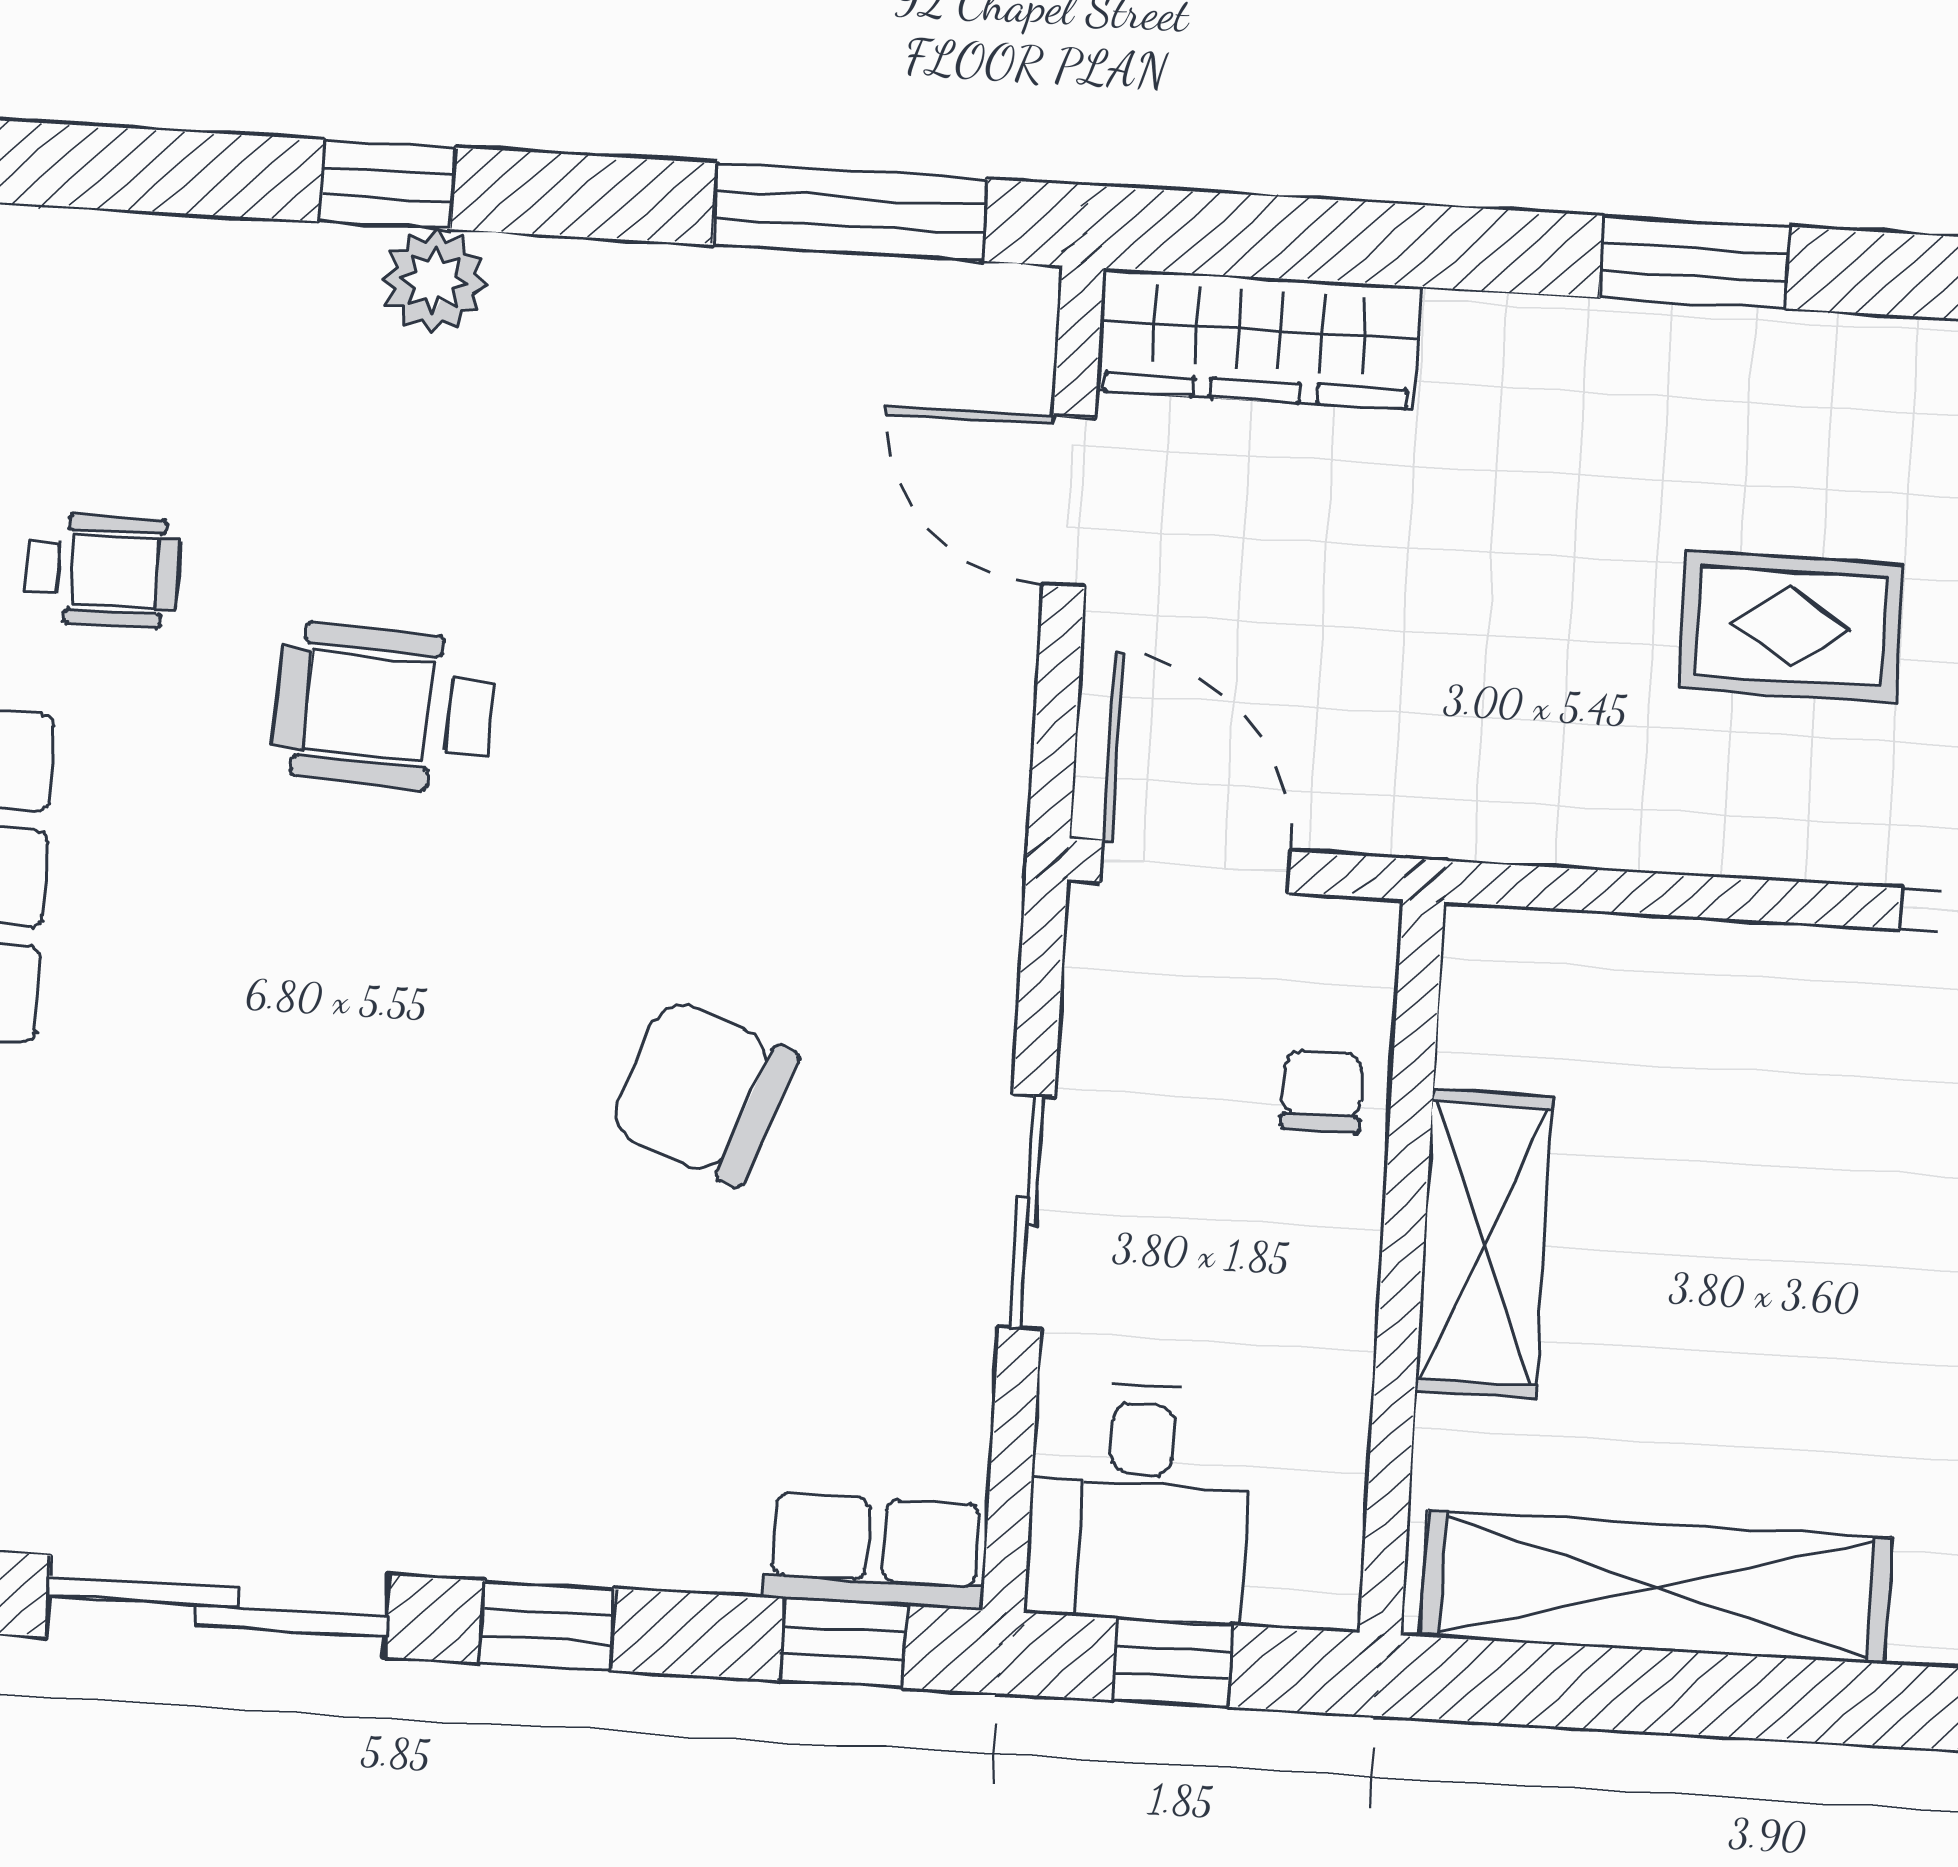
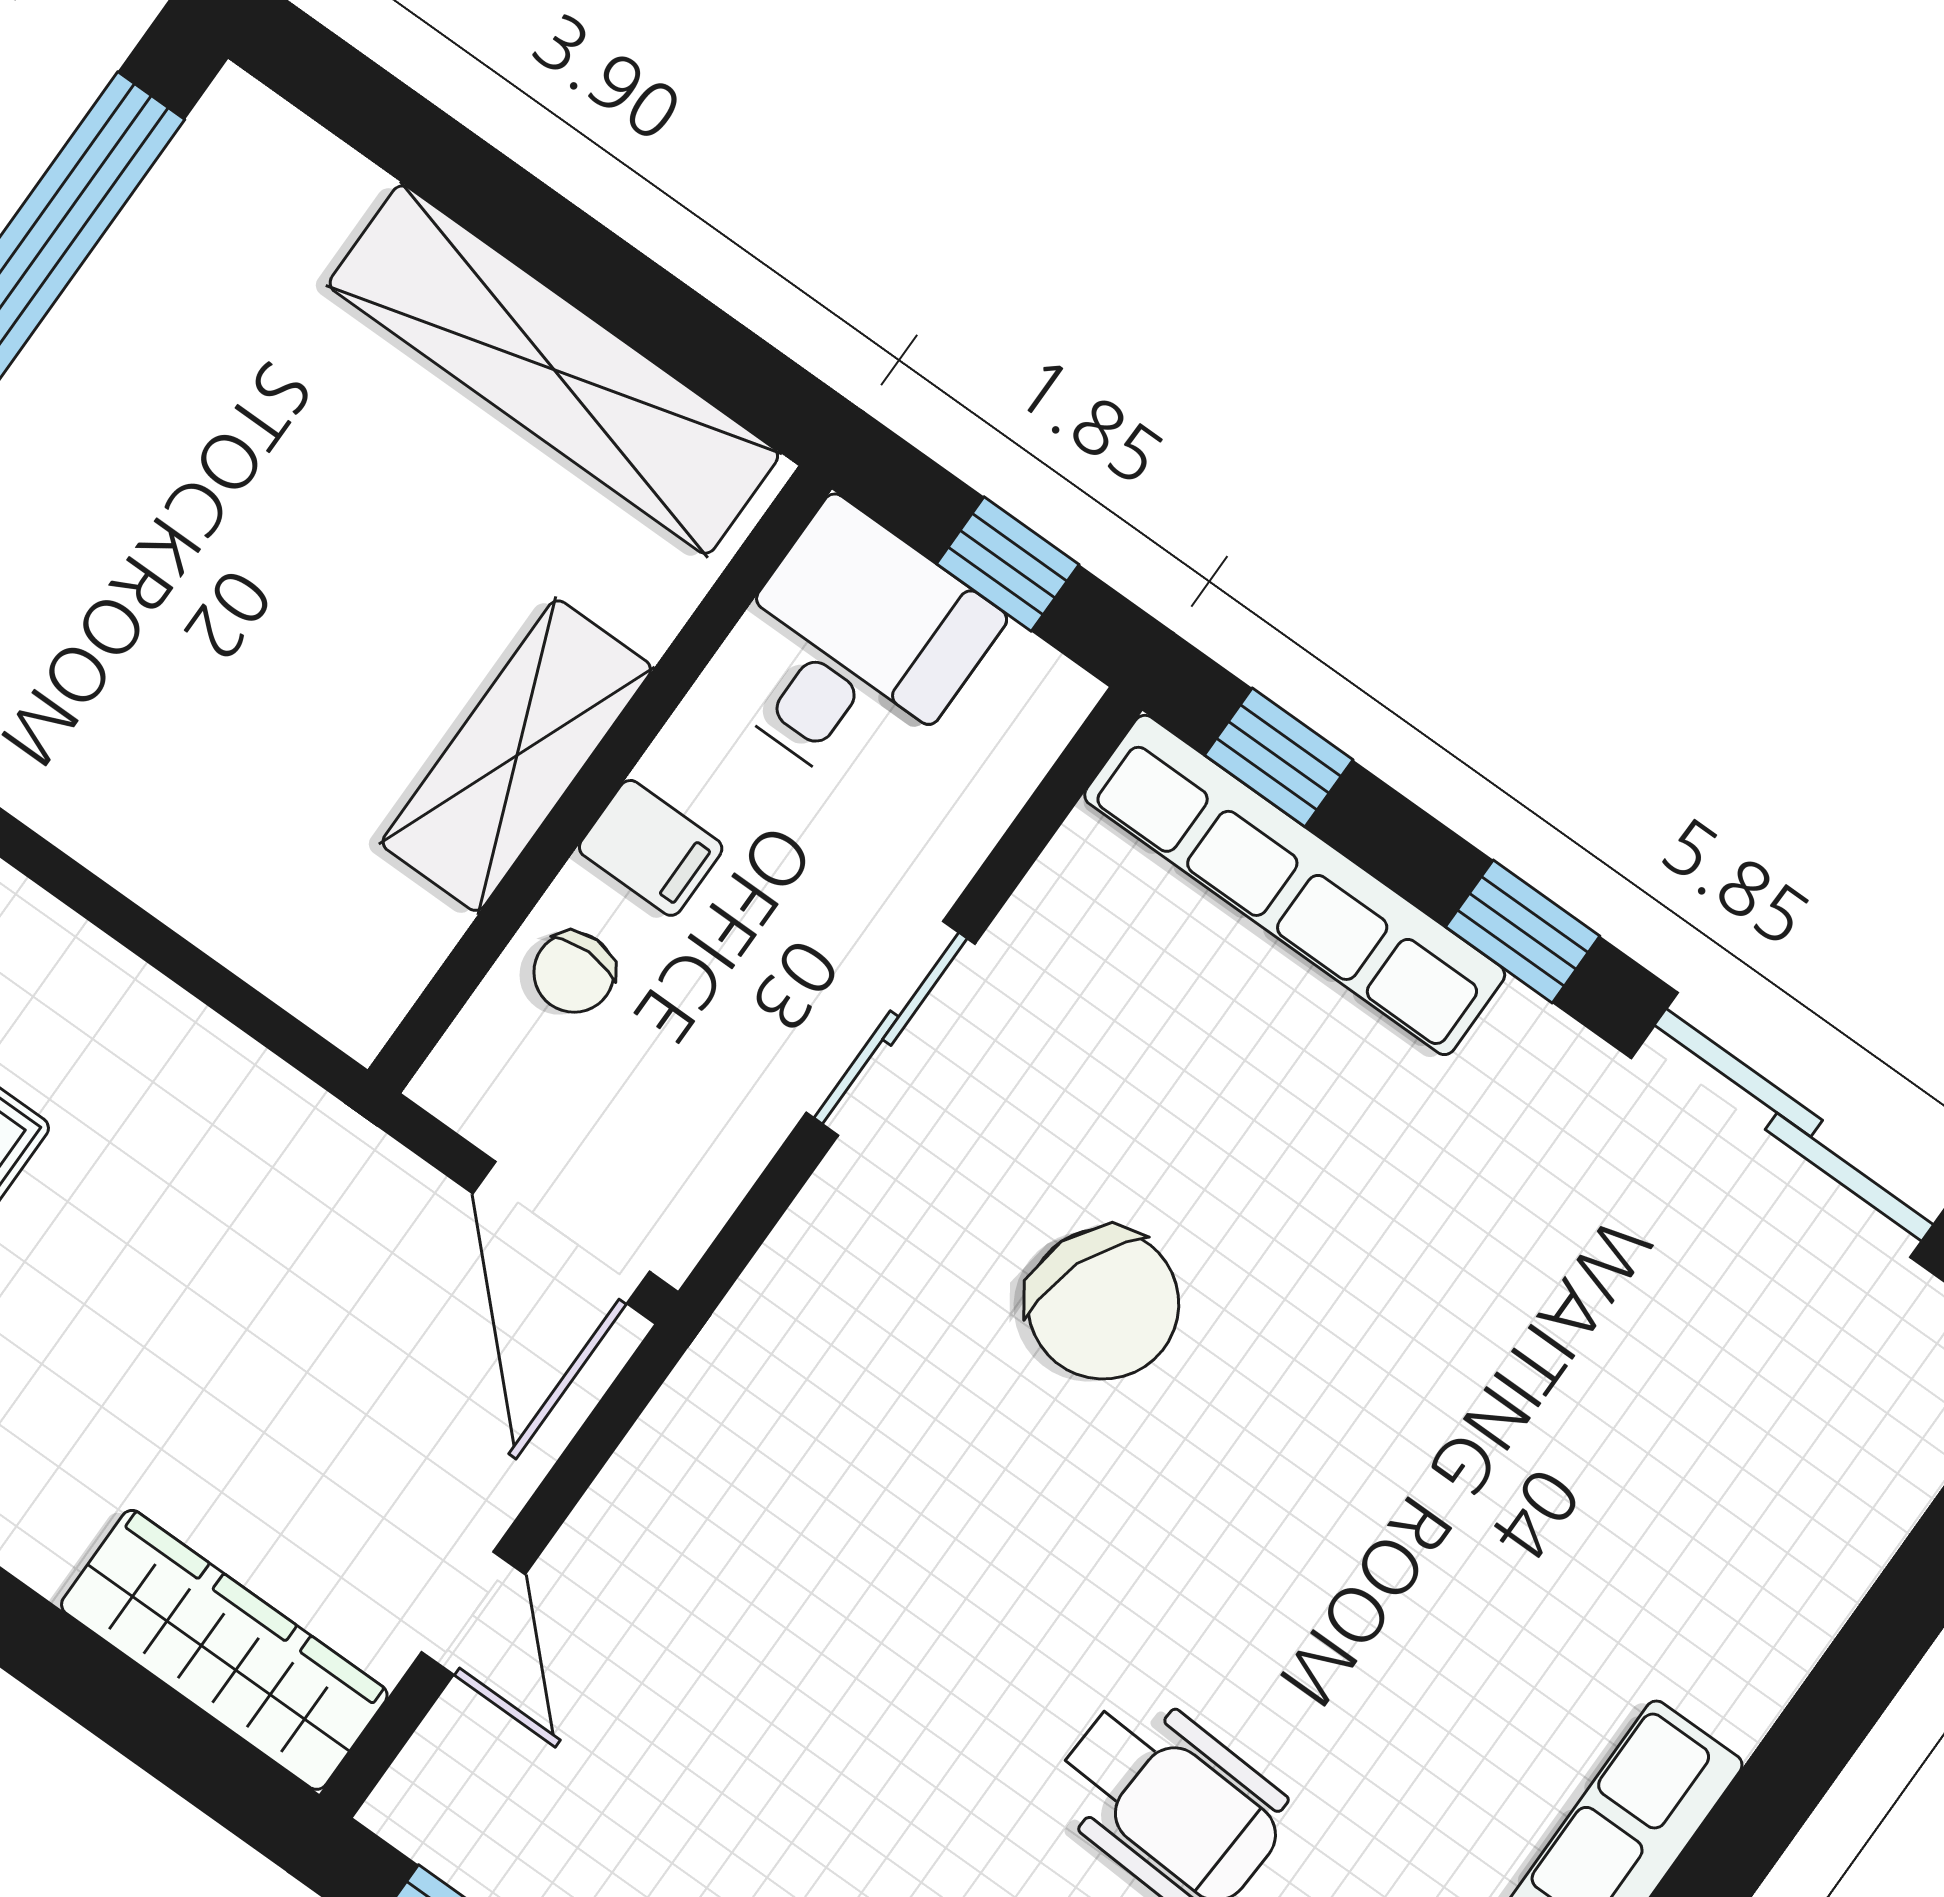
door: (1069, 501) -> (473, 1613), width x0.73
filing cabinet: (1323, 1237) -> (651, 848), added
desk: (1139, 1502) -> (853, 650), moved
row of seats: (875, 1551) -> (1295, 885), width x2.02

